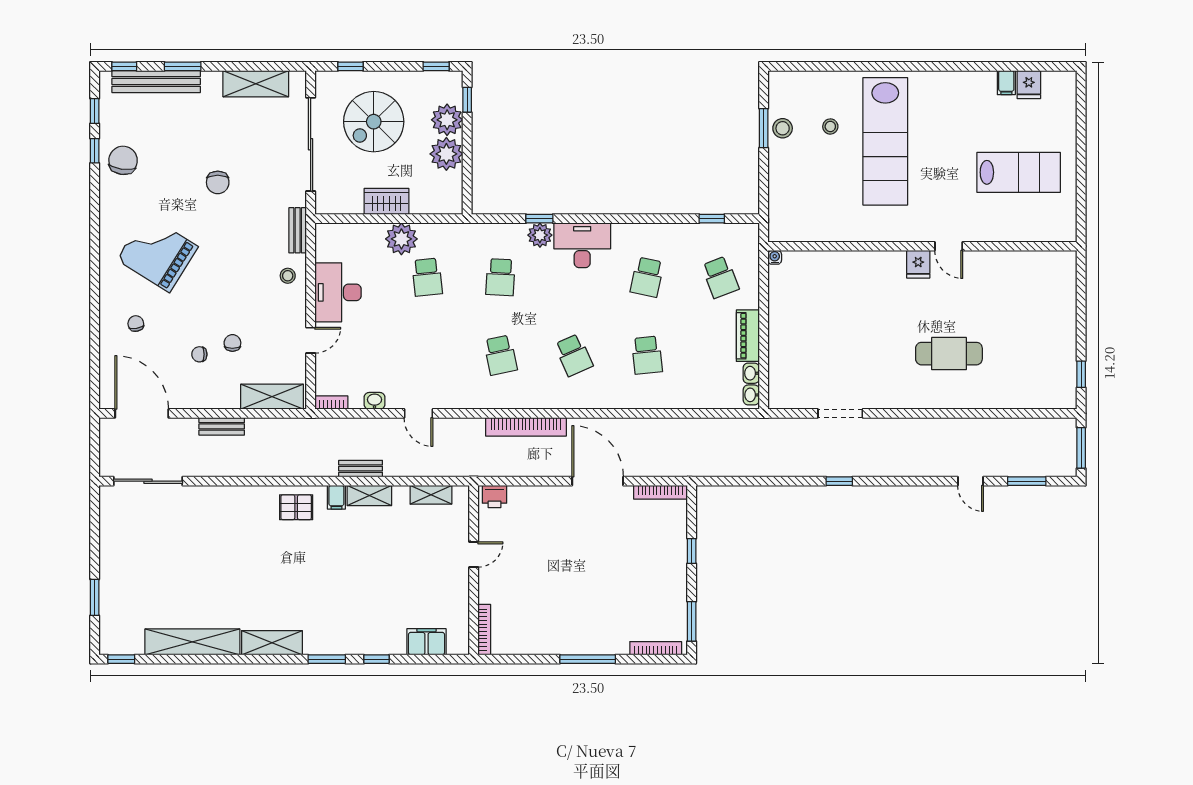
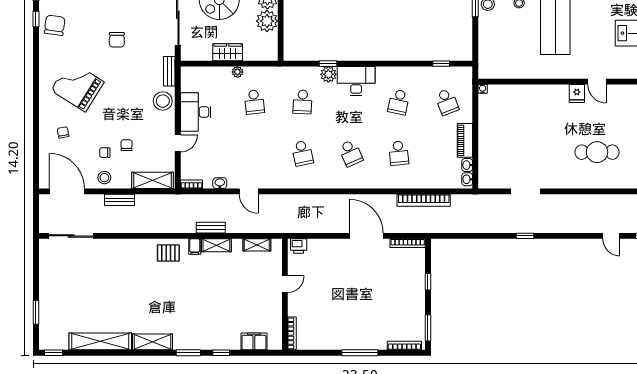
plant: (401, 239) -> (237, 72), width x0.53, depth x0.53
stool: (288, 276) -> (163, 101), width x1.89, depth x1.89
stool: (199, 392) -> (104, 178), added
bookcase: (526, 427) -> (424, 200), moved

